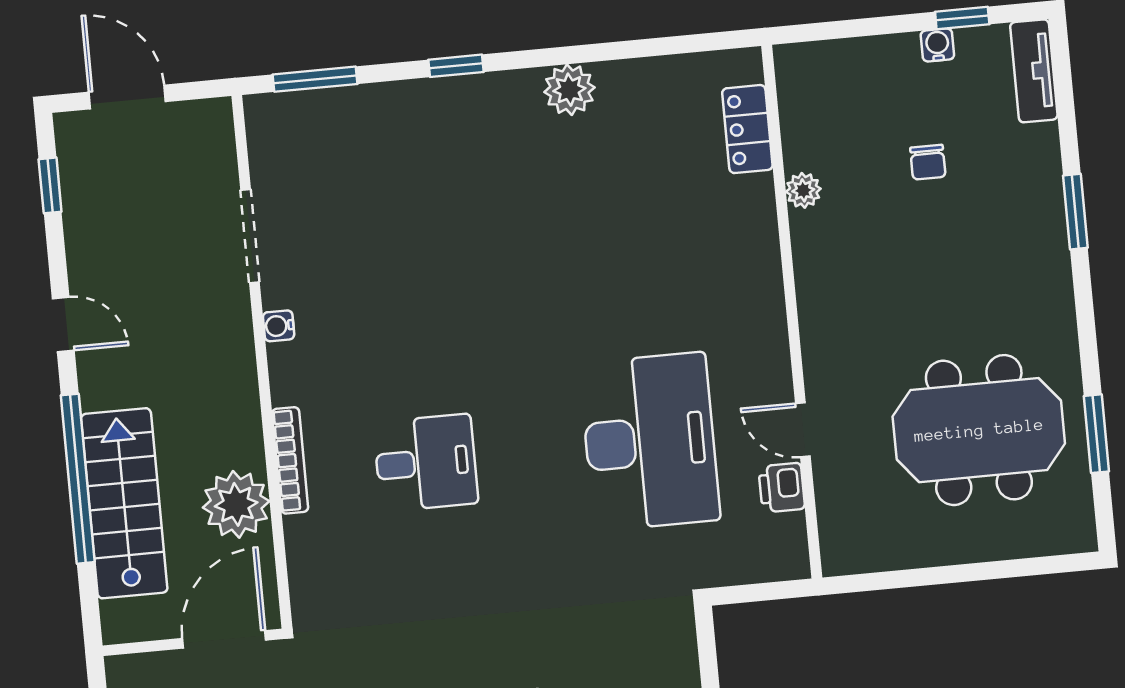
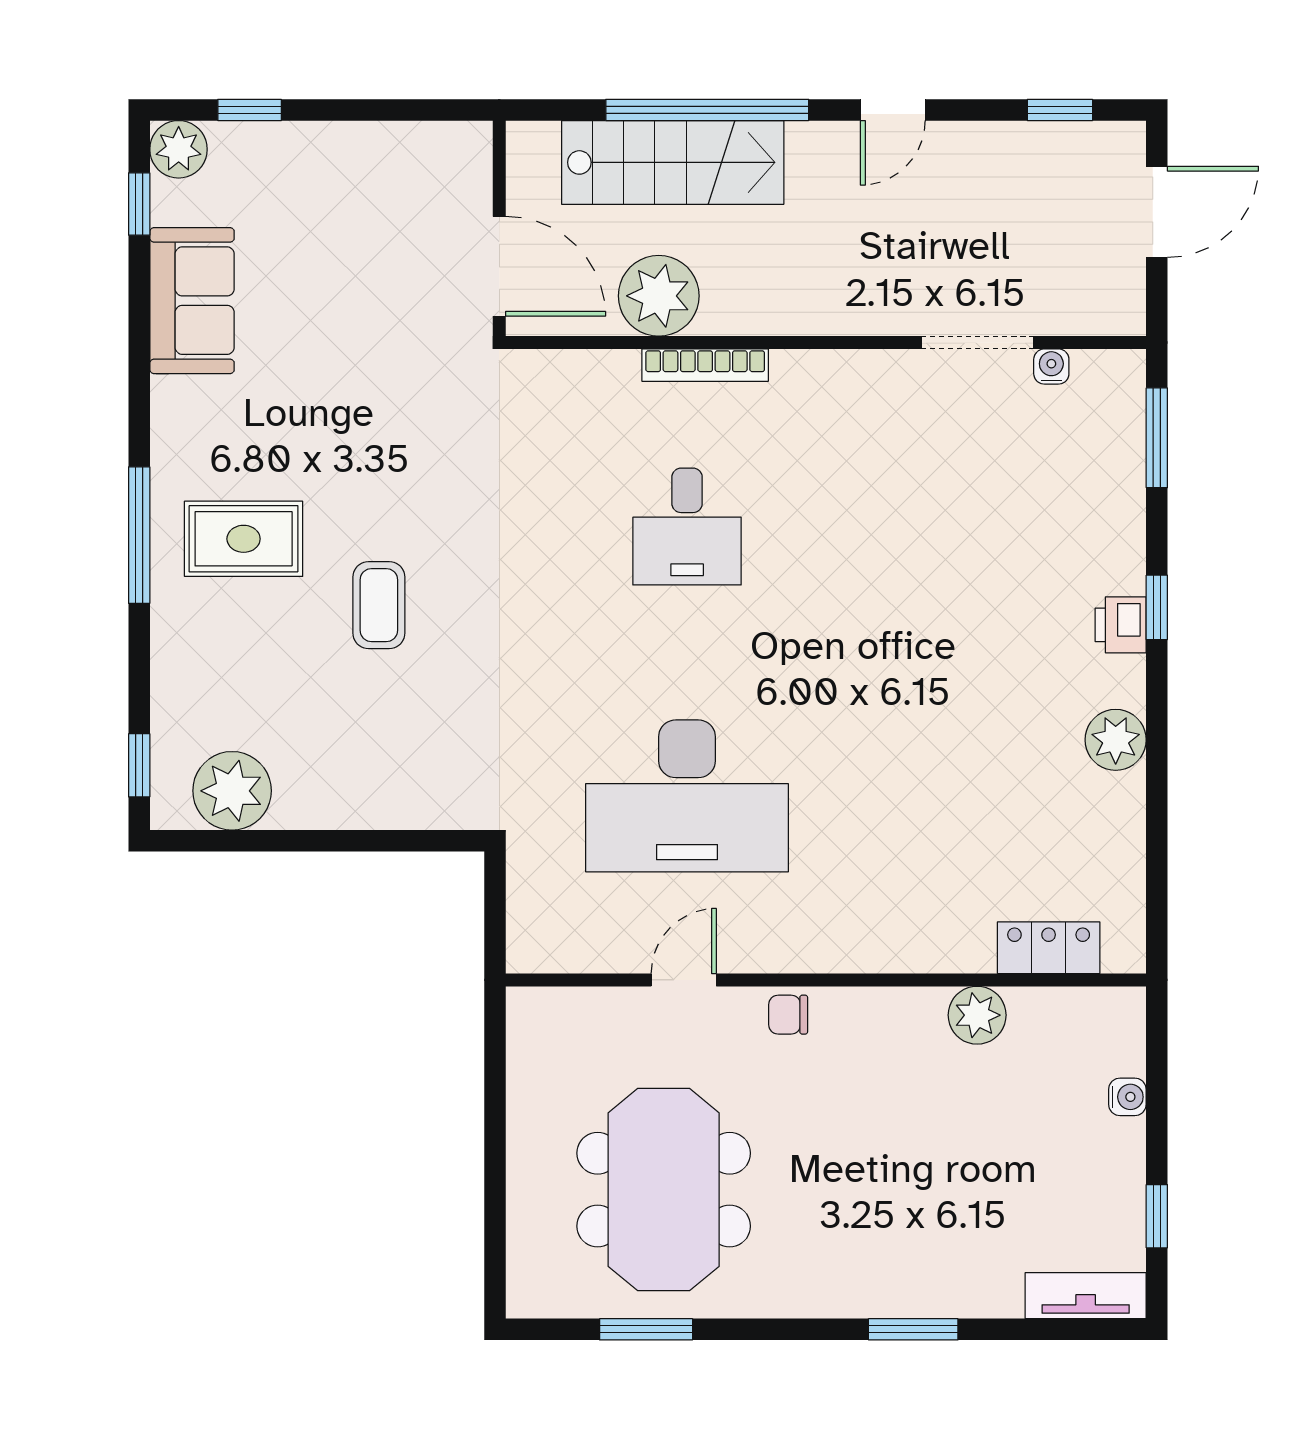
water cooler: (937, 45) -> (1127, 1097), moved
chair: (928, 162) -> (788, 1015), moved
plant: (803, 190) -> (977, 1015), width x1.38, depth x1.38
water cooler: (279, 326) -> (1051, 367), moved
printer: (782, 488) -> (1121, 625), moved, turned -90

